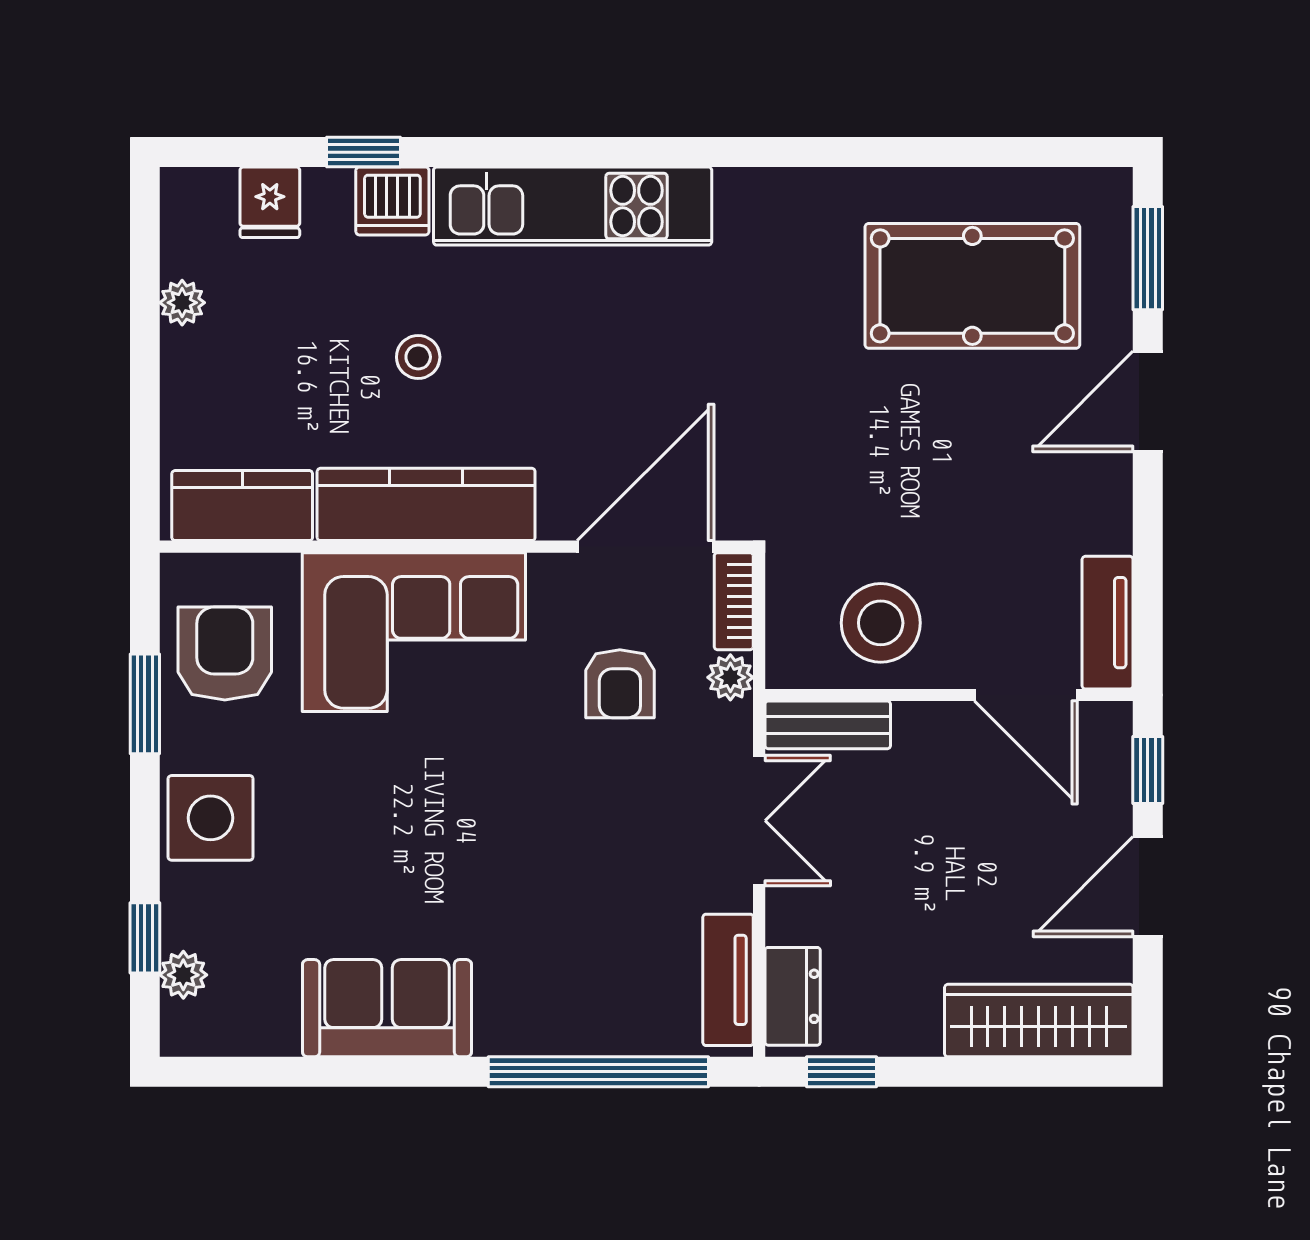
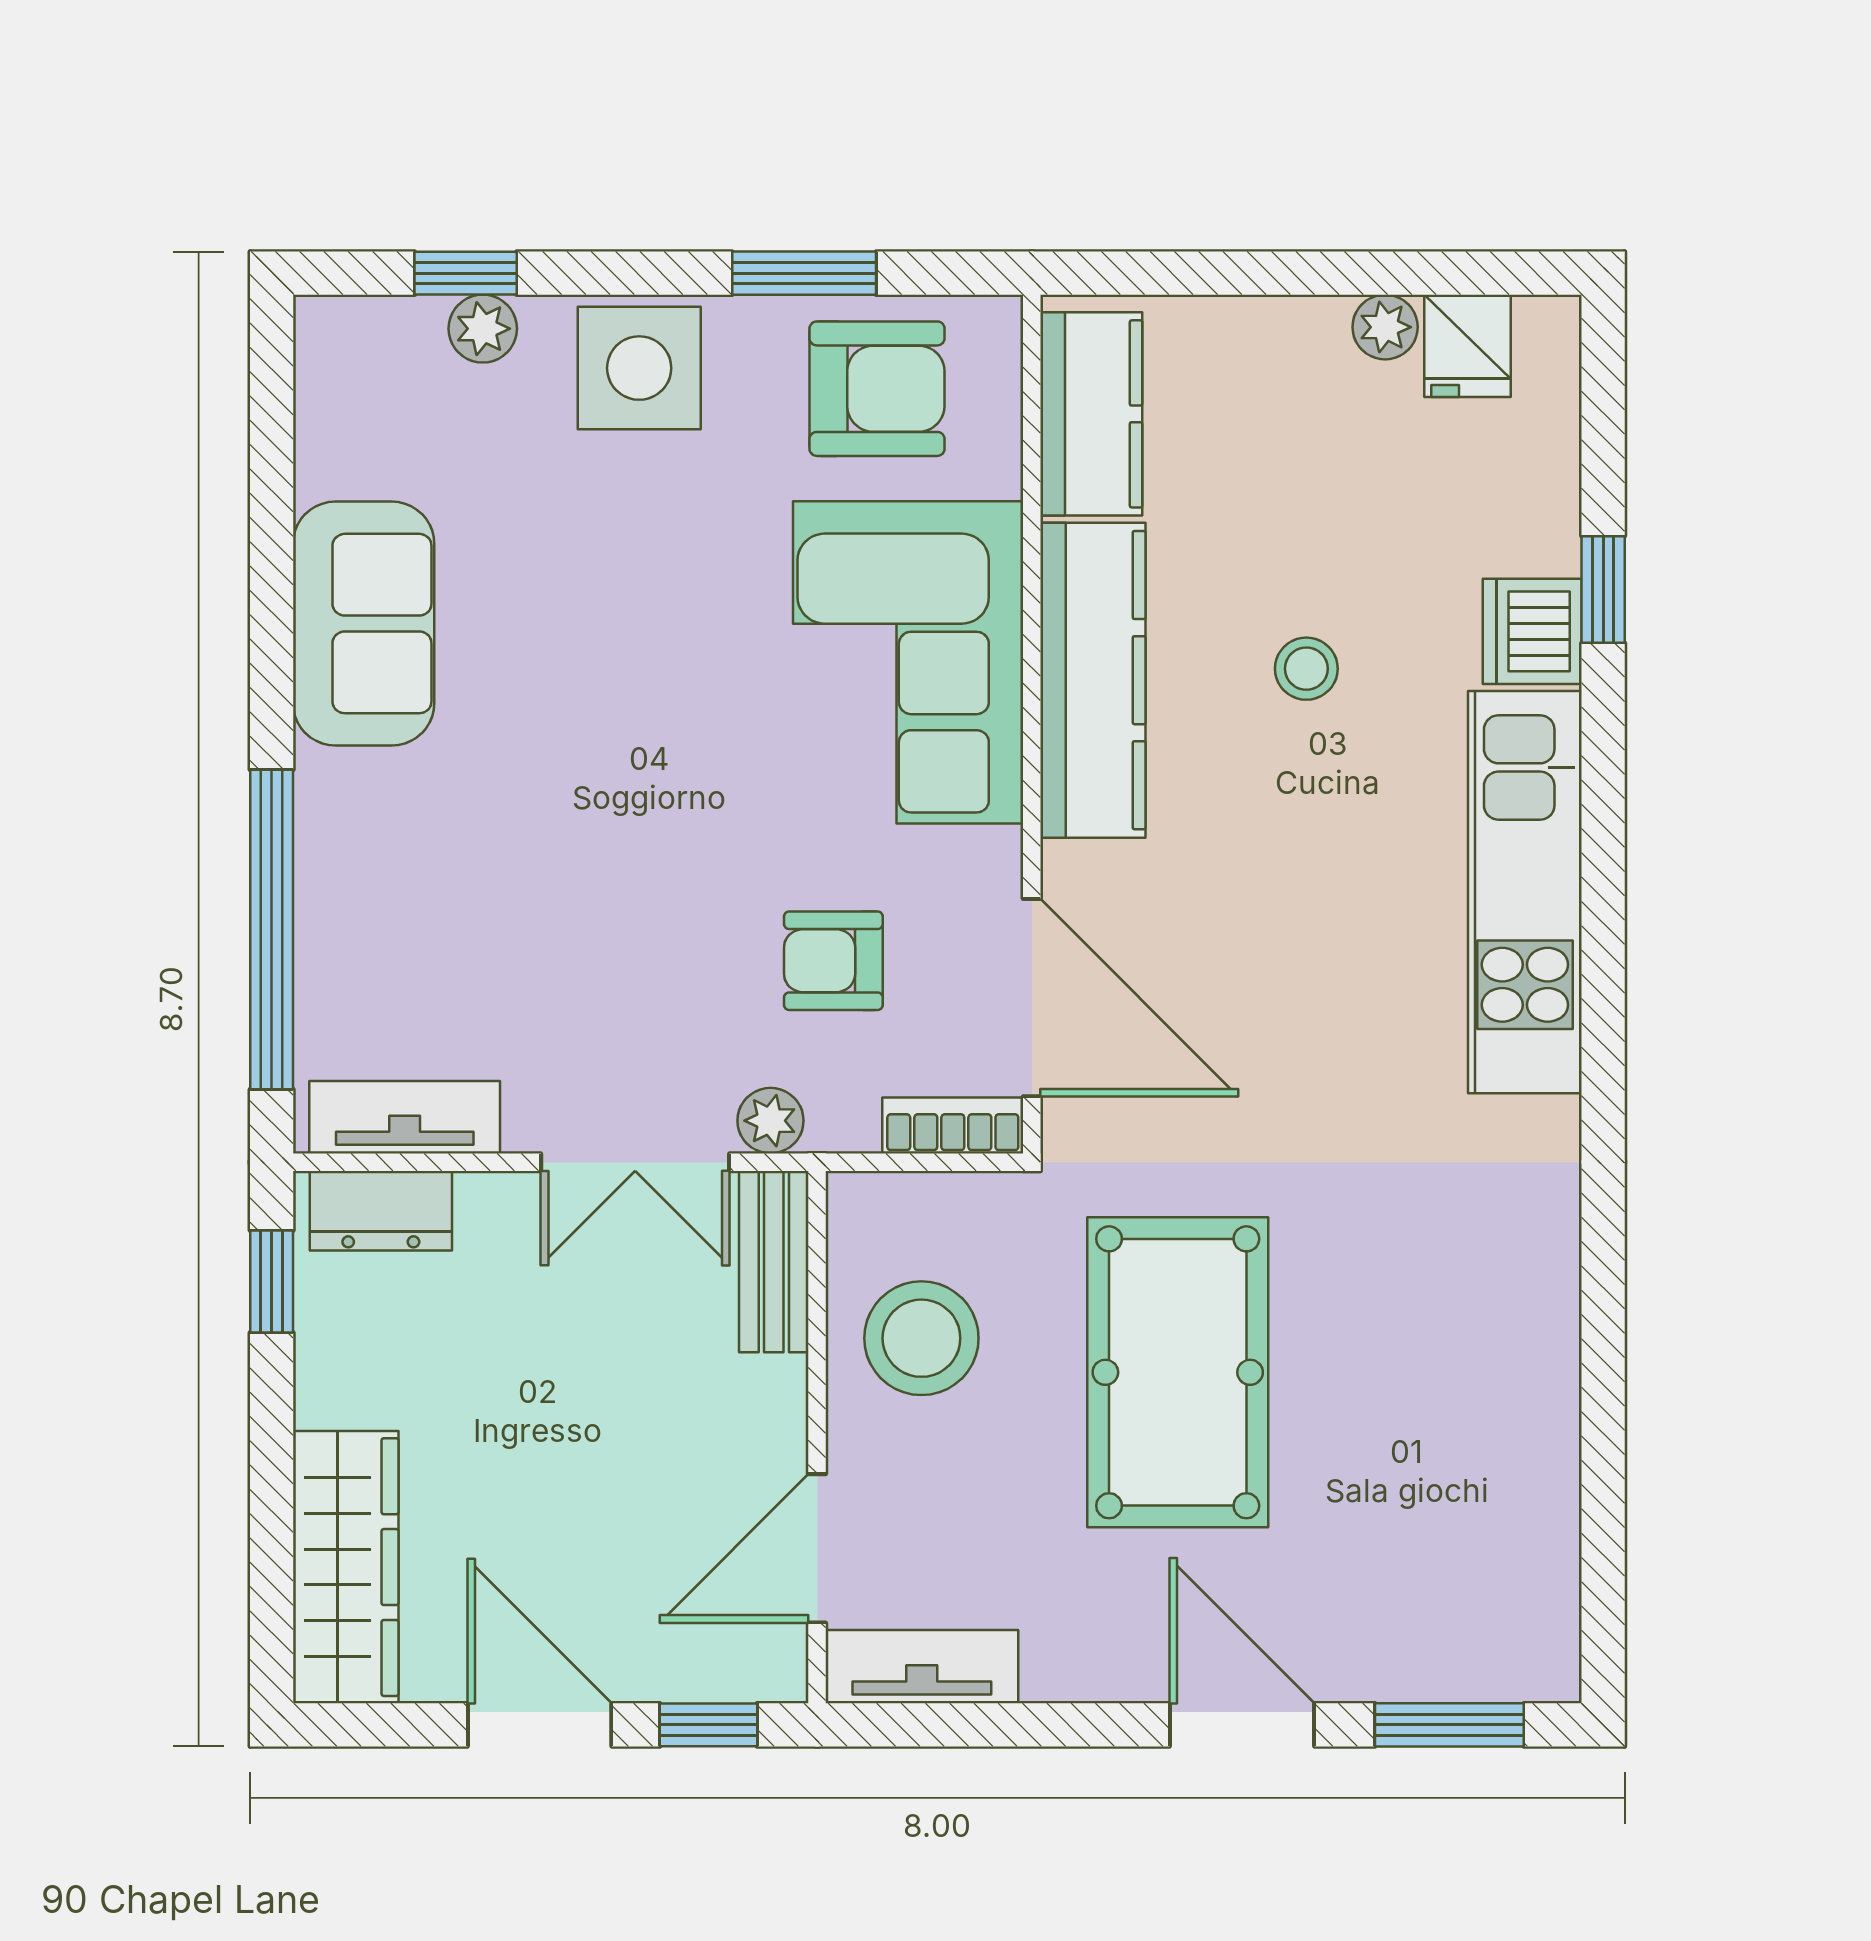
fridge: (270, 202) -> (1467, 346), moved, turned -90
pool table: (972, 286) -> (1178, 1372), moved
plant: (730, 677) -> (770, 1121), moved
plant: (183, 975) -> (483, 329), moved

